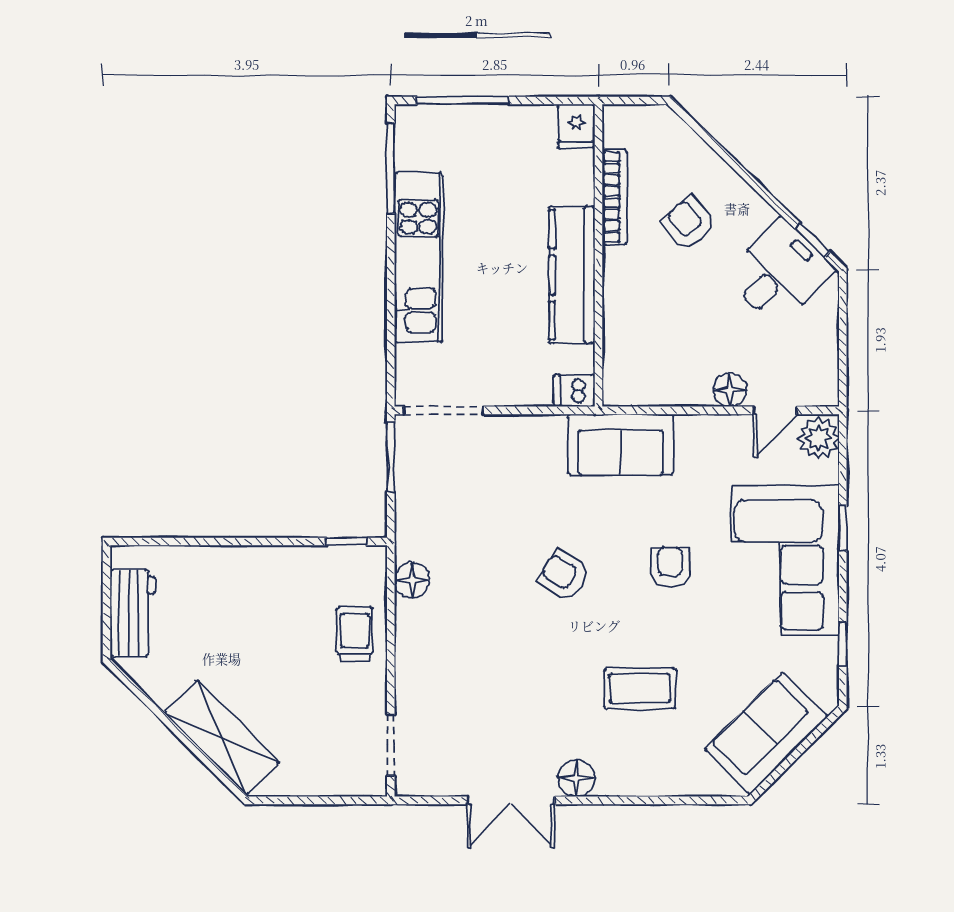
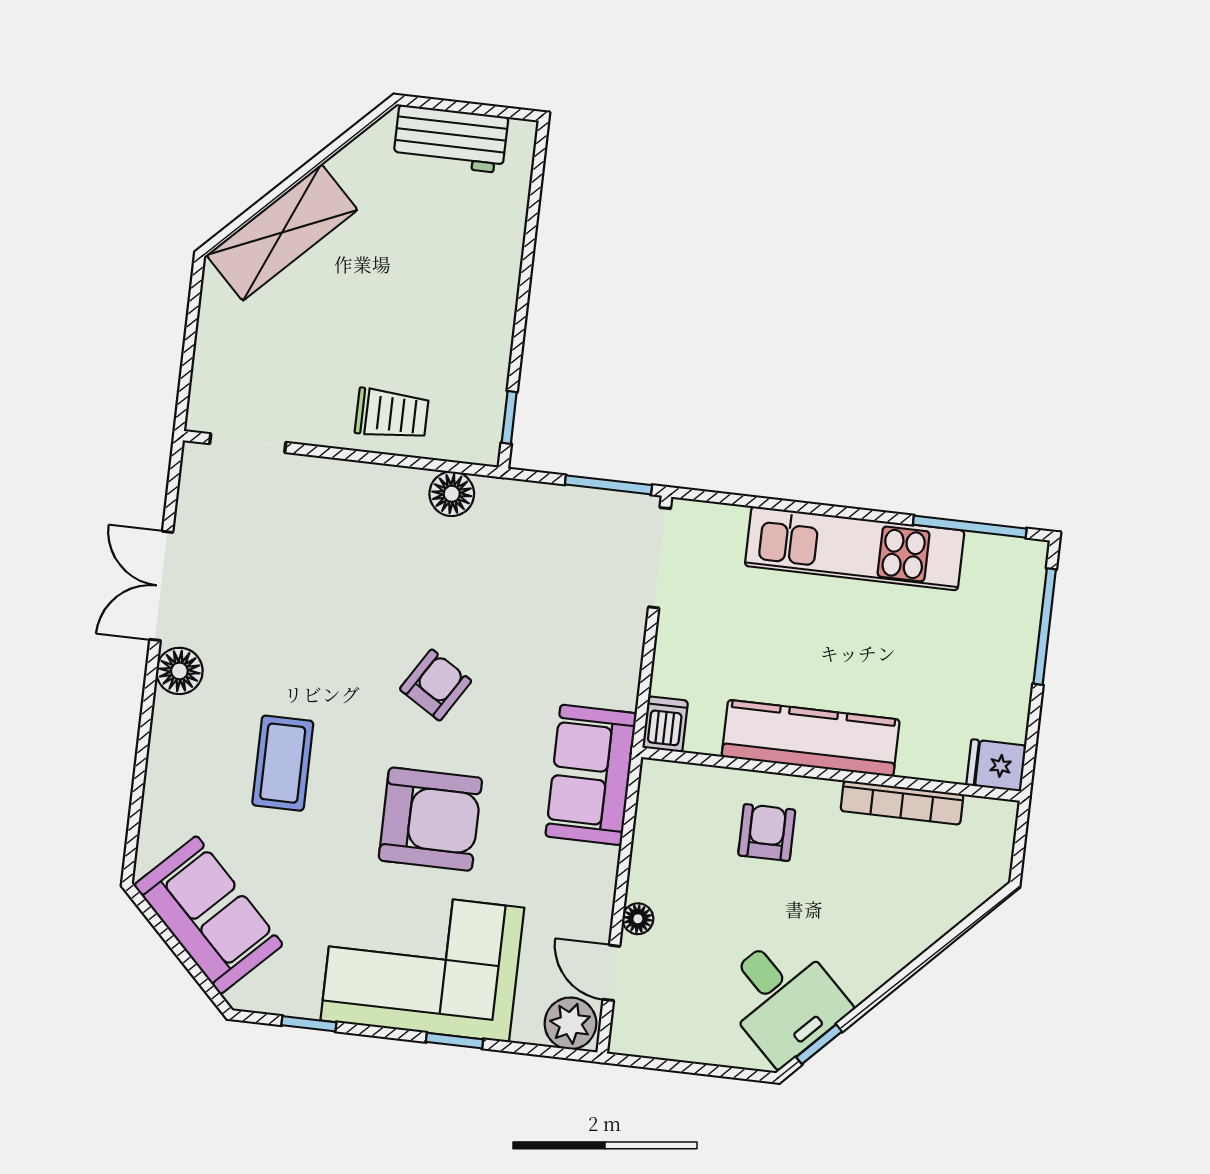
armchair: (689, 223) -> (767, 833), moved, turned -50
floor lamp: (730, 390) -> (638, 919), width x0.73, depth x0.73
armchair: (670, 567) -> (430, 819), width x1.88, depth x1.88

